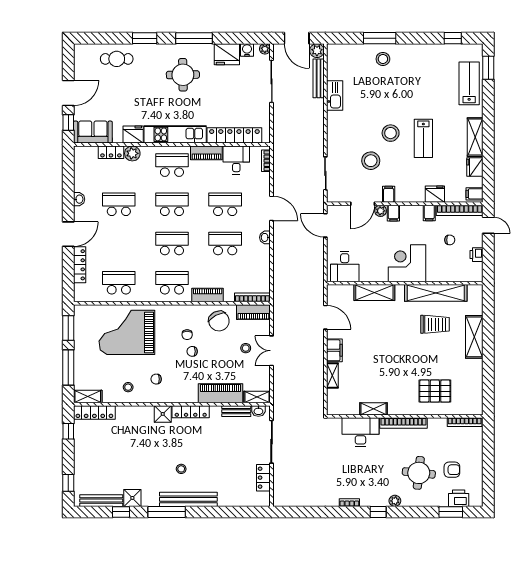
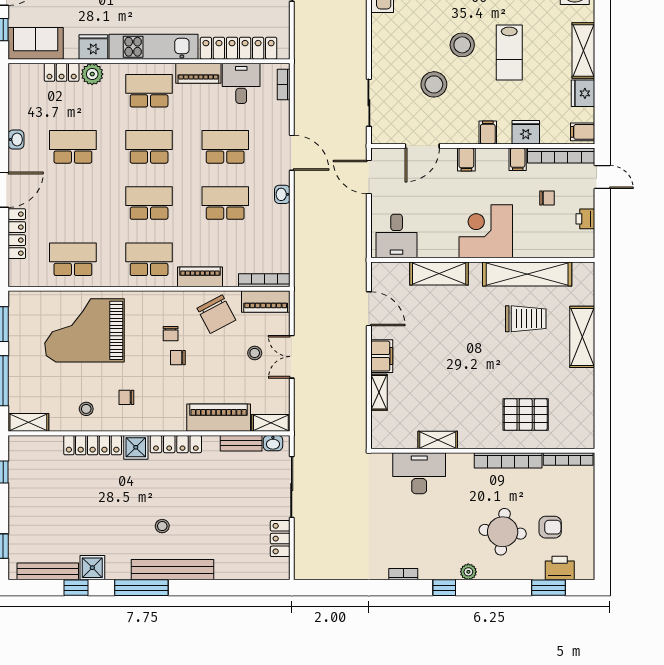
filing cabinet: (389, 194) -> (488, 133), moved
plant: (381, 211) -> (448, 156), removed
locker: (94, 412) -> (93, 445), moved
bookcase: (404, 423) -> (508, 460), moved

